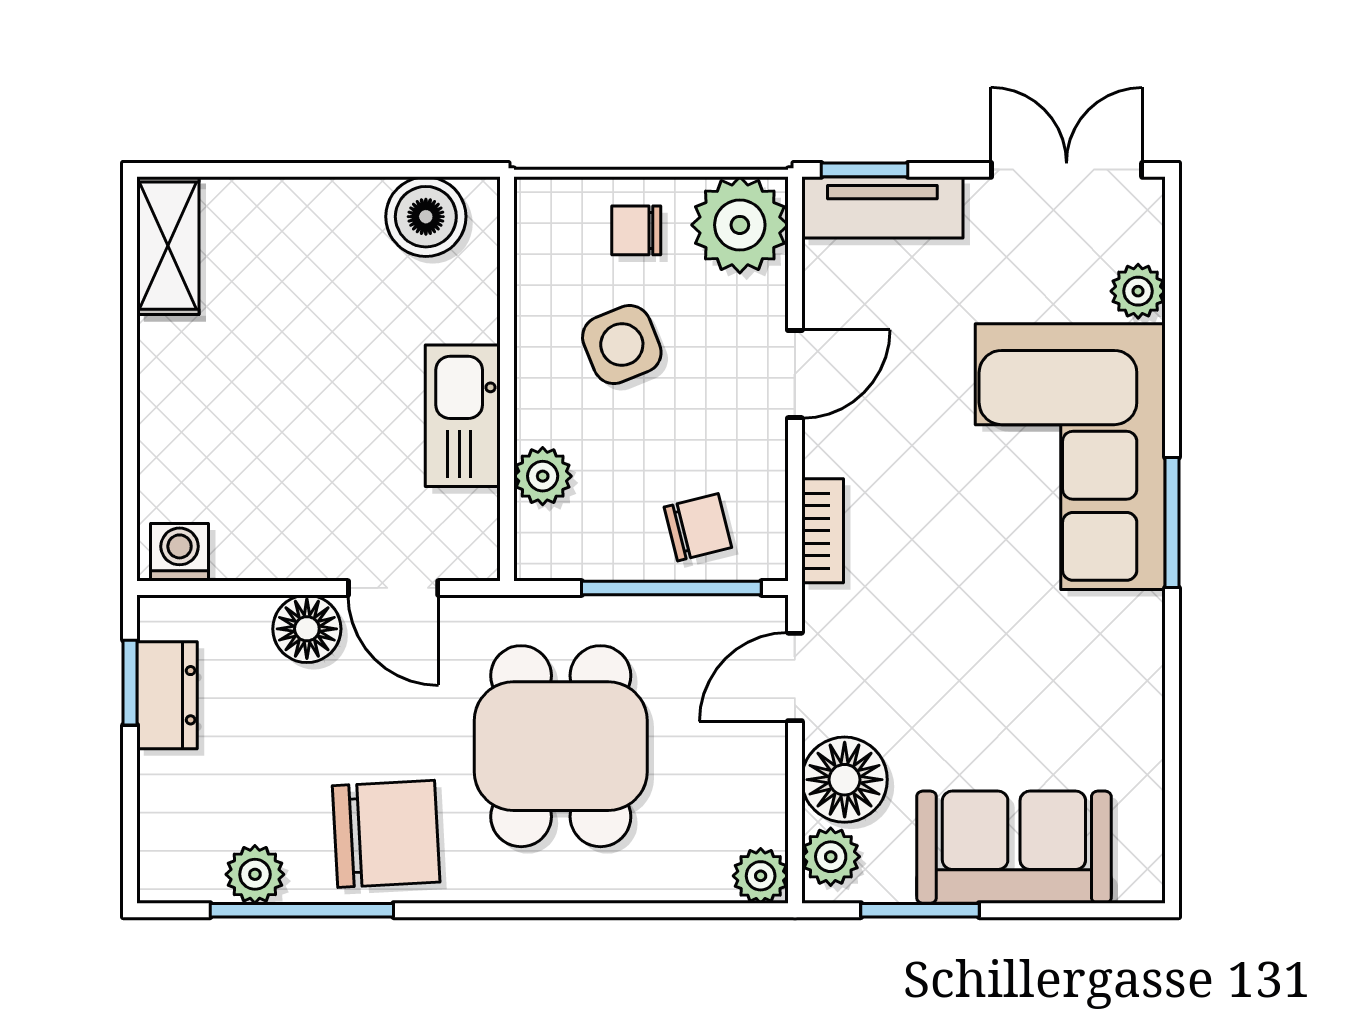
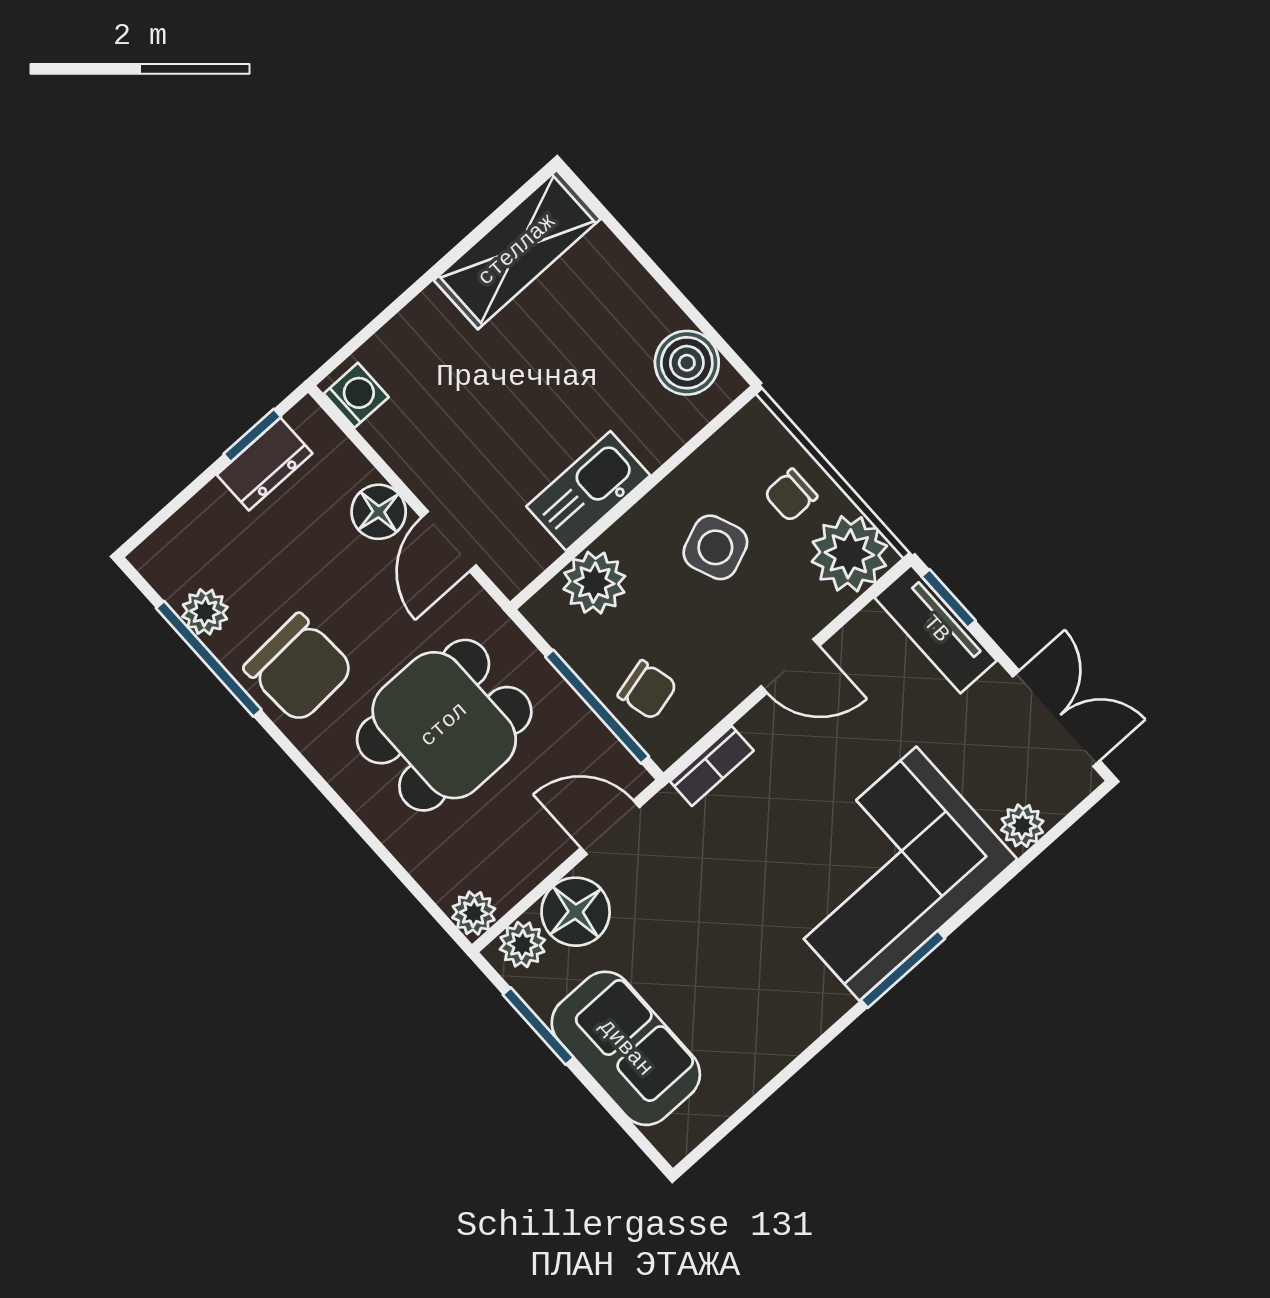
chair: (636, 230) -> (791, 495), turned -90
shelving: (168, 246) -> (517, 250), width x1.50, depth x1.33
plant: (543, 476) -> (594, 583), width x1.38, depth x1.38

